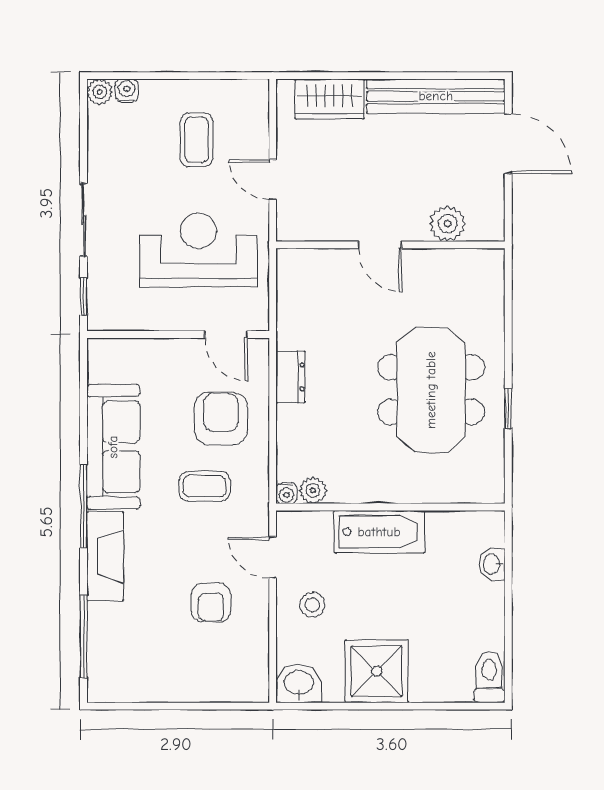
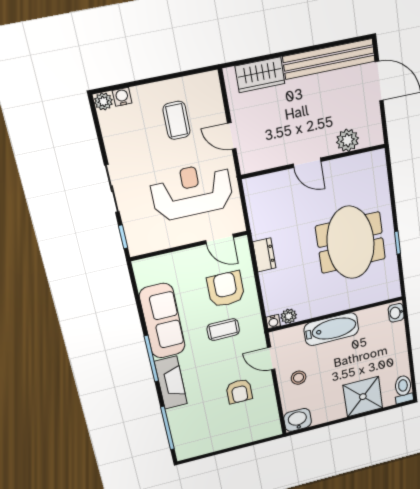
washbasin: (492, 564) -> (396, 313), moved
shower: (377, 671) -> (363, 397), moved

